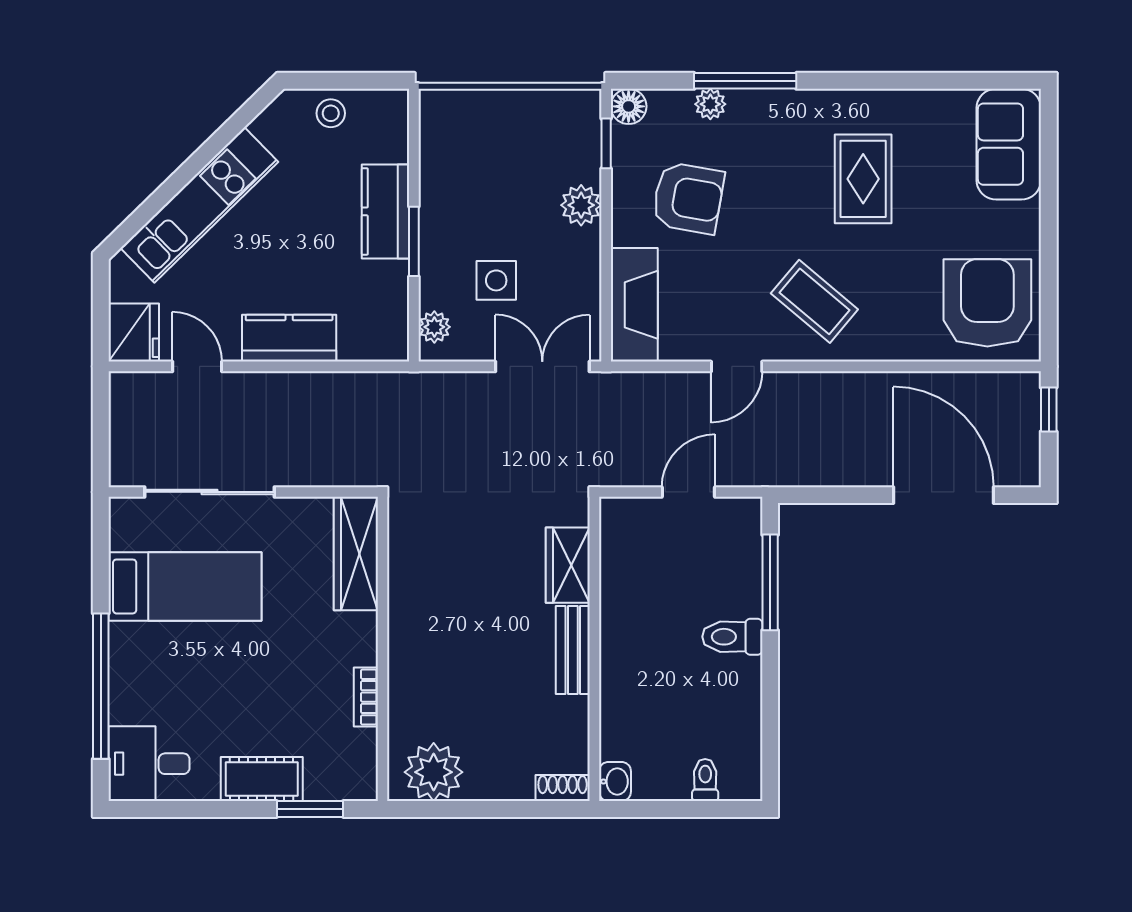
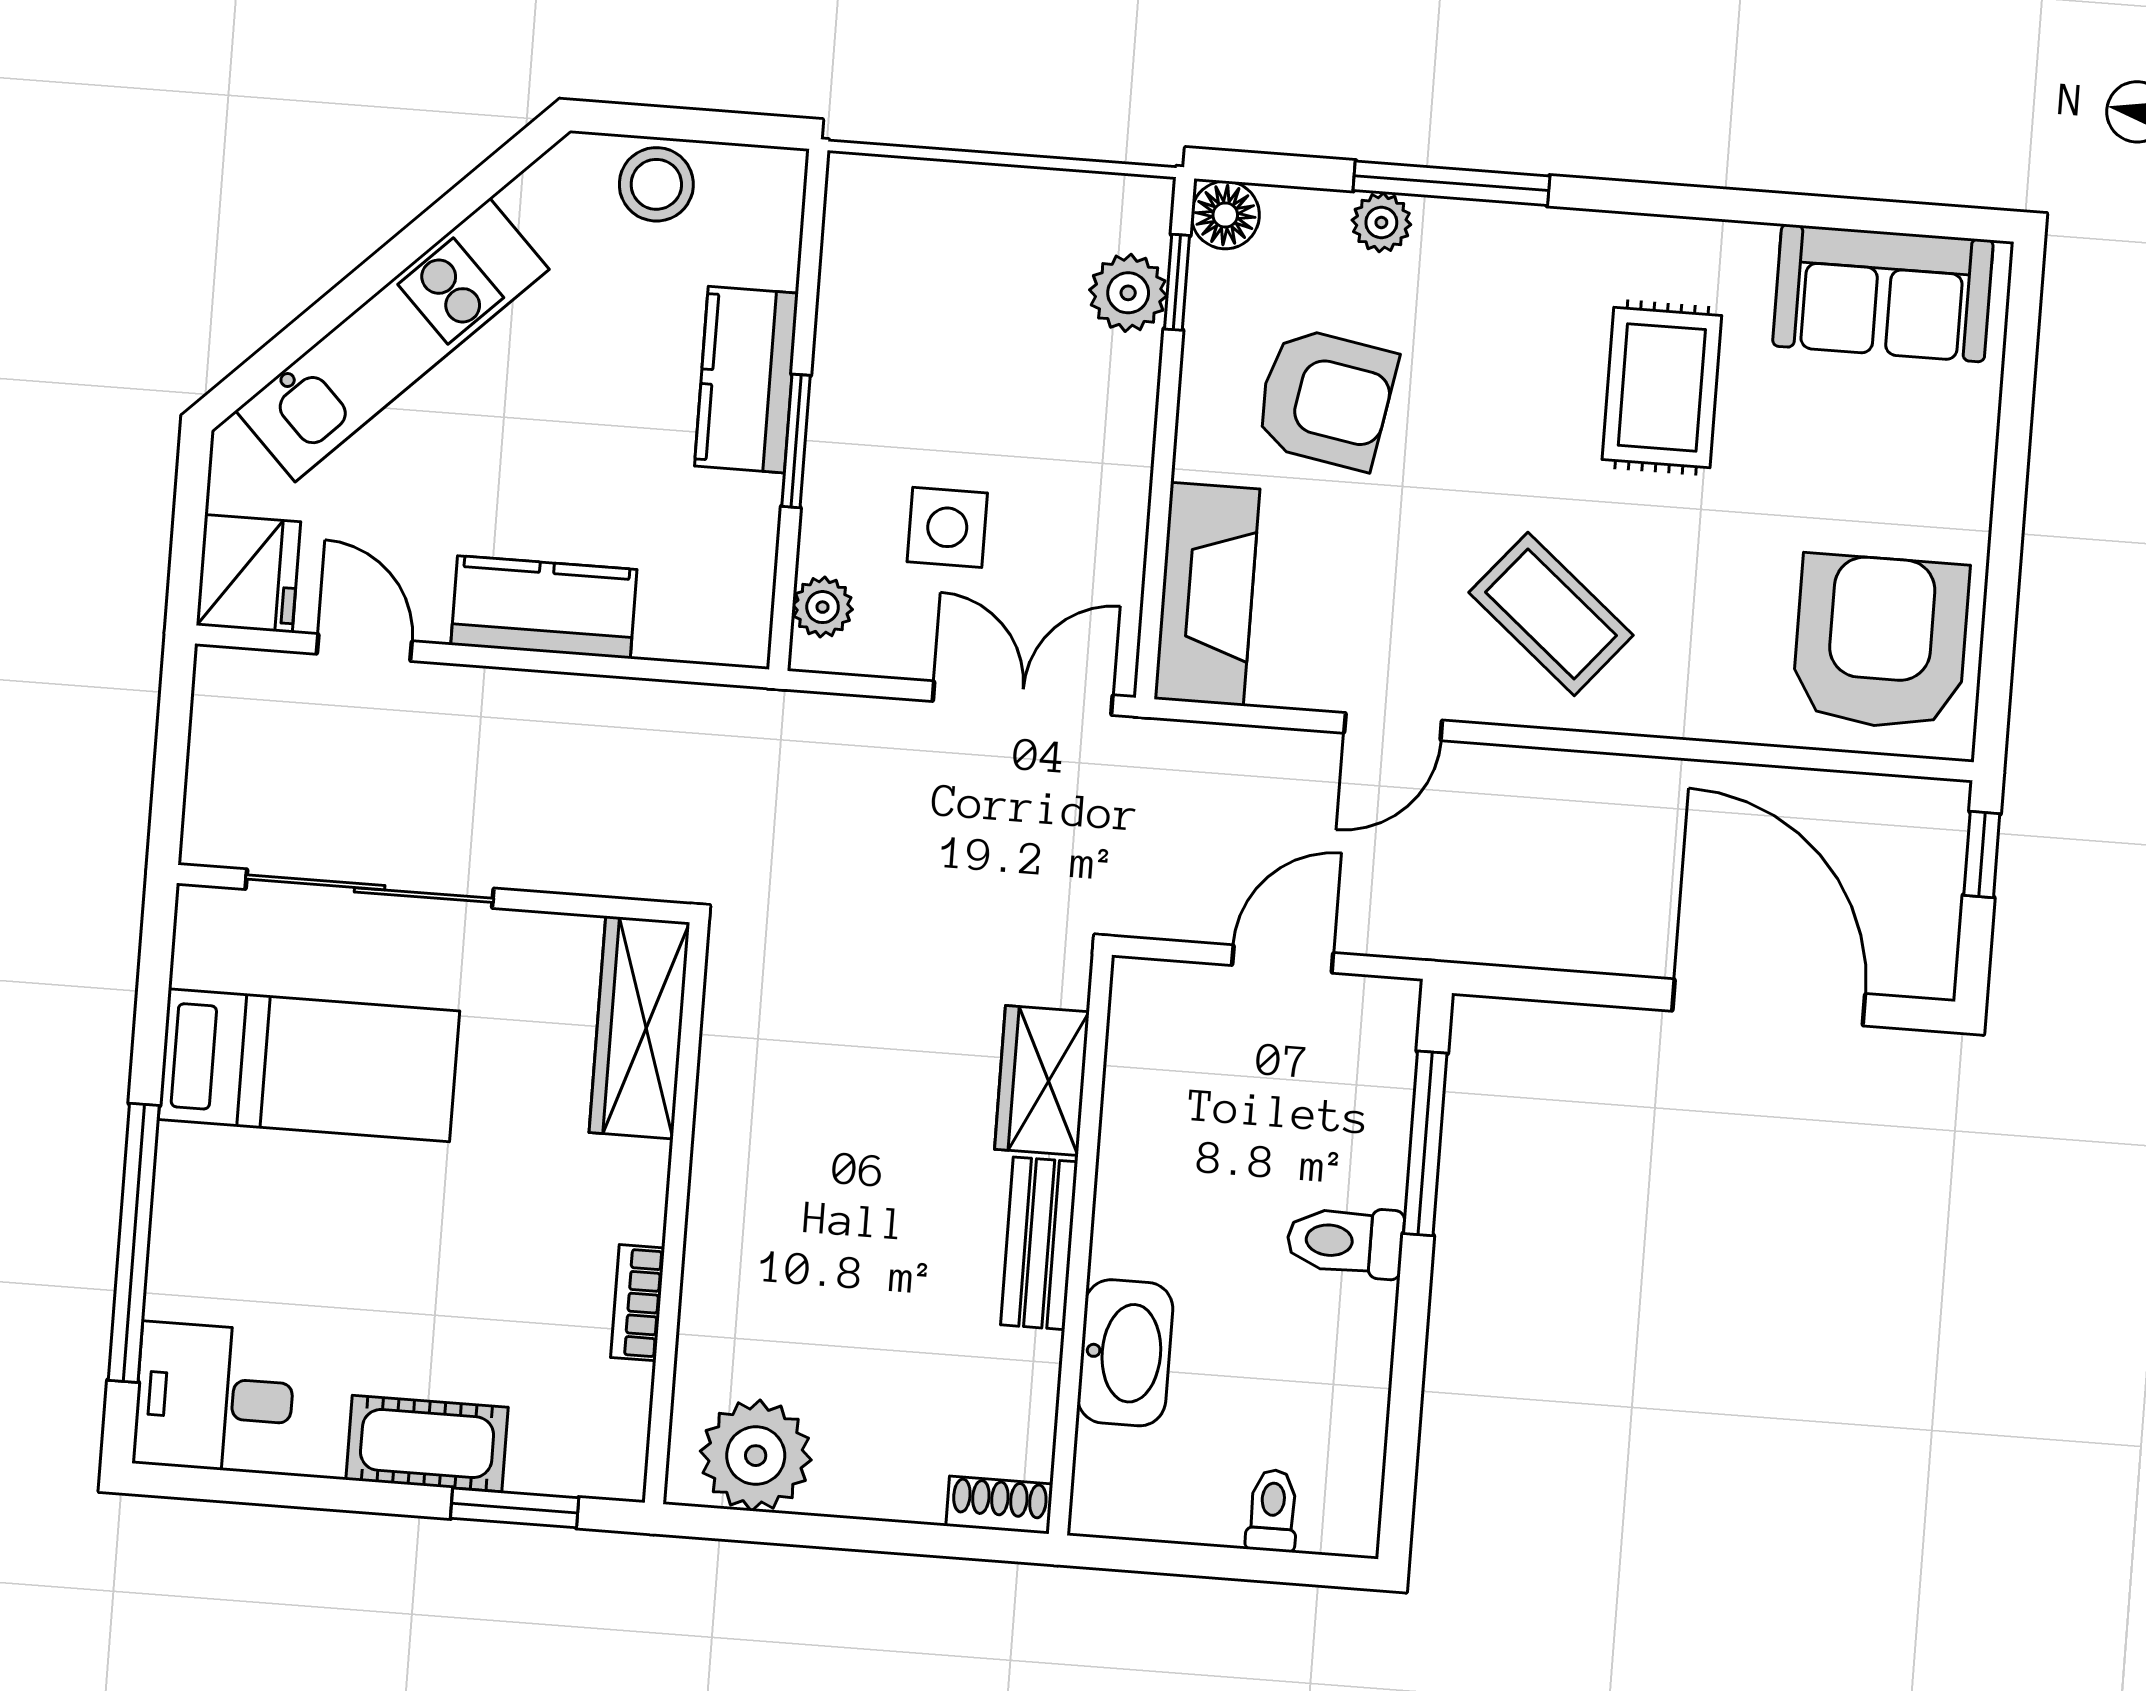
stool: (331, 113) -> (656, 184), width x1.37, depth x1.37
sofa: (1009, 144) -> (1883, 293), moved, turned -90
plant: (581, 205) -> (1128, 293), moved
washbasin: (615, 781) -> (1125, 1353), moved, width x1.91, depth x1.45

